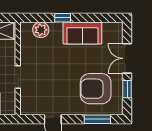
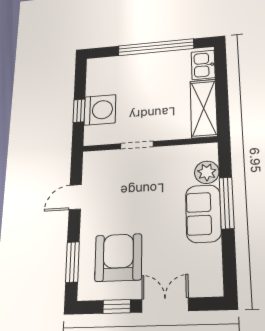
window: (63, 18) -> (227, 203), width x2.17
sofa: (82, 33) -> (203, 214), moved

